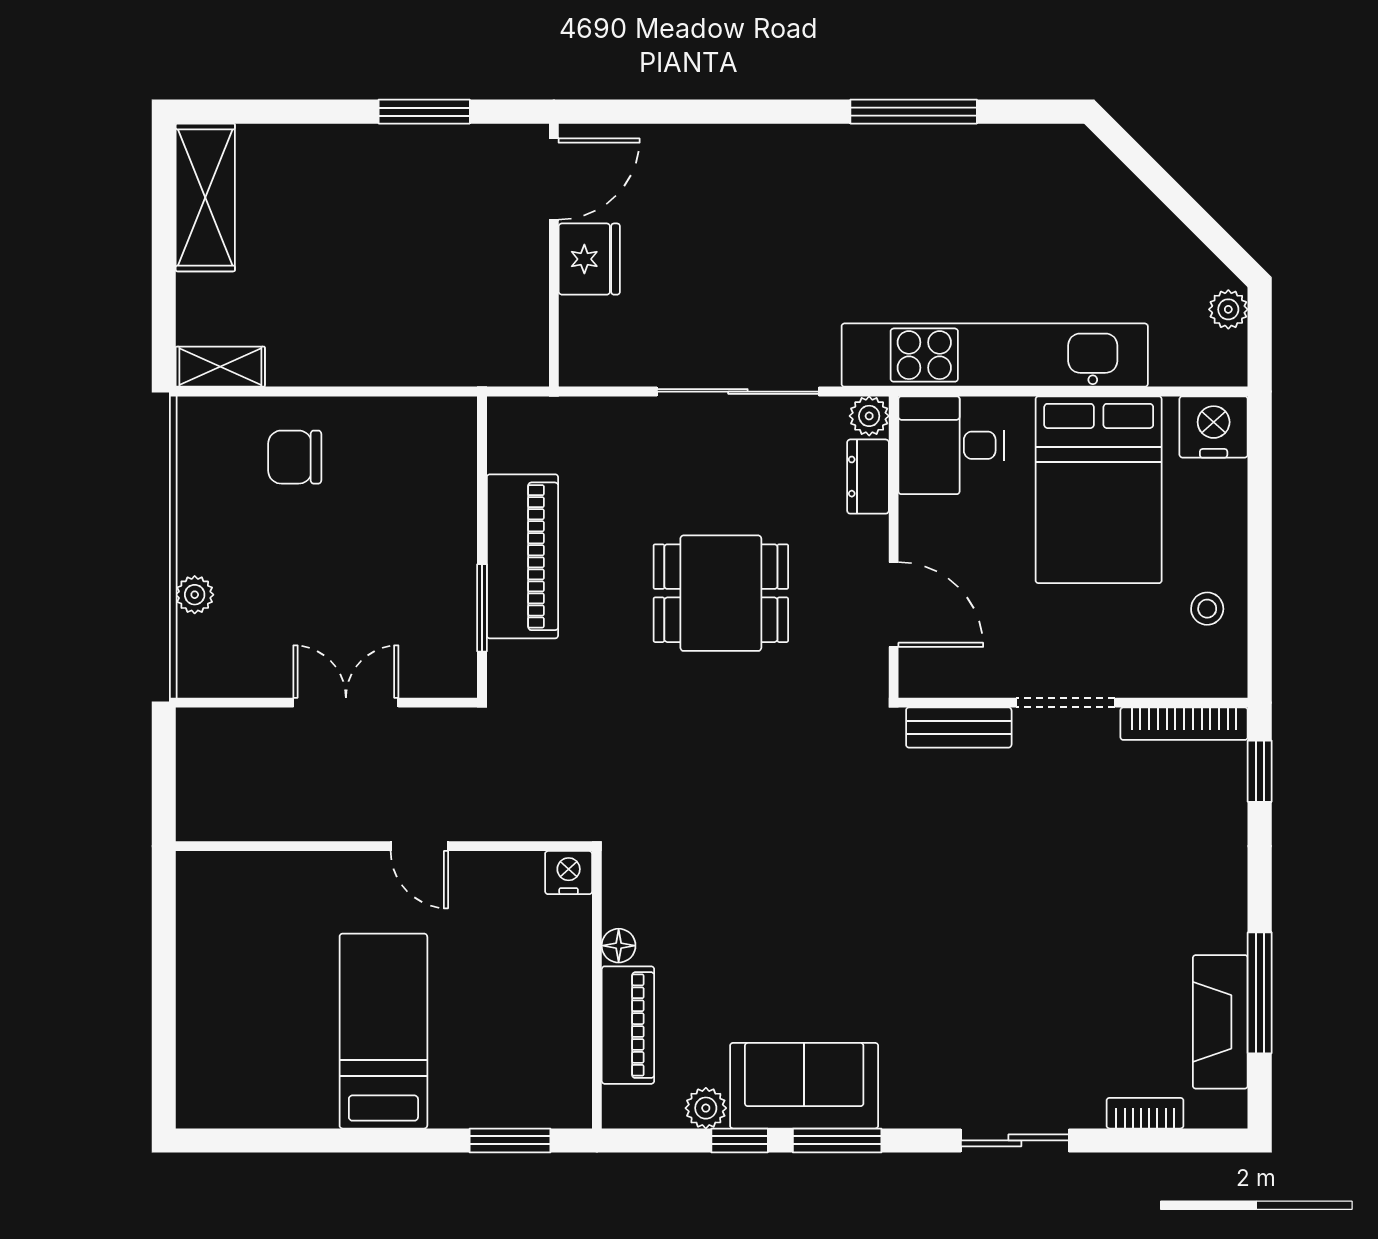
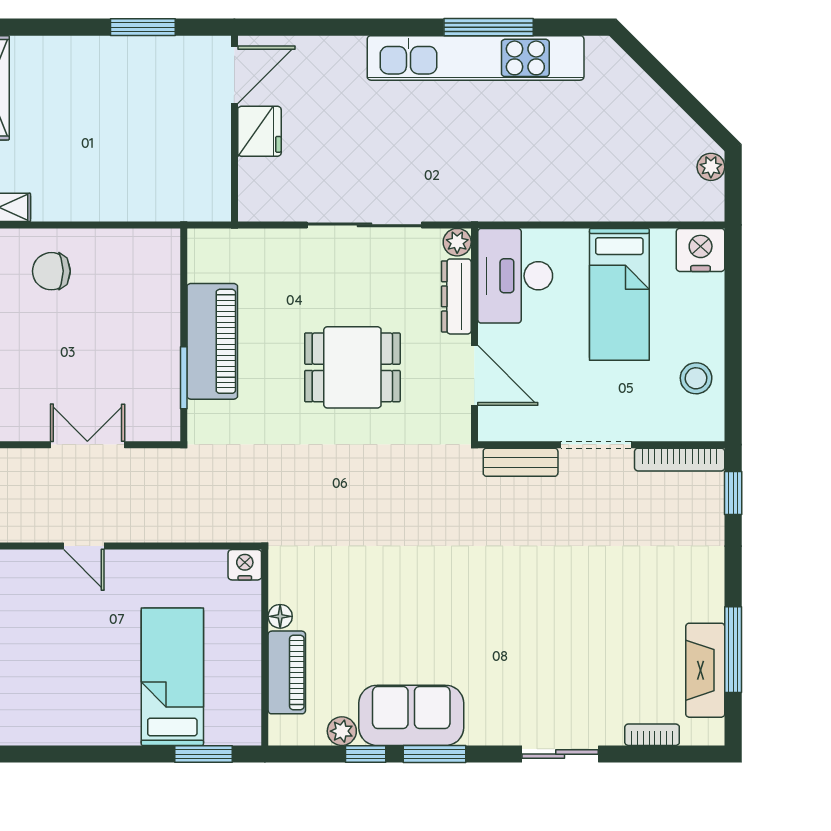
kitchen unit: (995, 355) -> (476, 58), moved, turned 180
desk: (951, 445) -> (515, 276), width x1.37
dresser: (868, 477) -> (456, 296), width x1.44
bed: (1099, 490) -> (619, 294), width x0.67
stool: (1207, 609) -> (696, 378), width x1.37, depth x1.37
door: (419, 846) -> (84, 546), moved
bed: (383, 1031) -> (172, 677), moved

